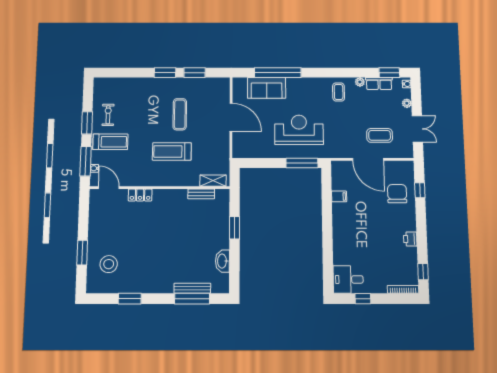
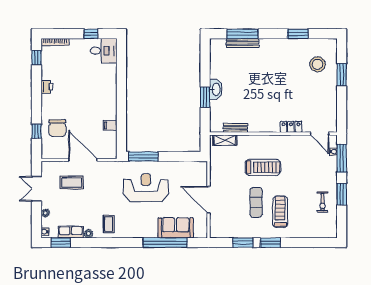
reception desk: (299, 130) -> (146, 188), turned 180
treadmill: (110, 142) -> (280, 212), moved, turned 90
washbasin: (222, 261) -> (216, 89), moved

